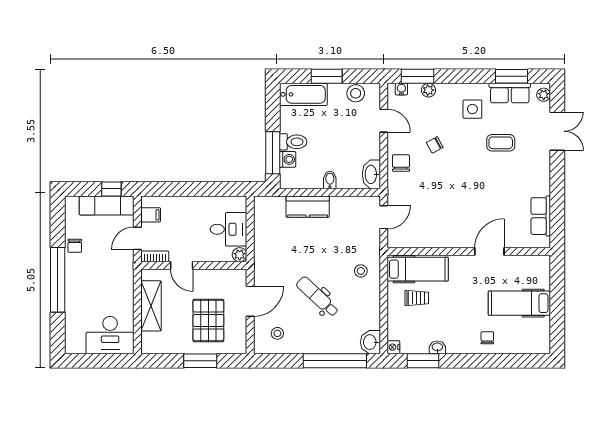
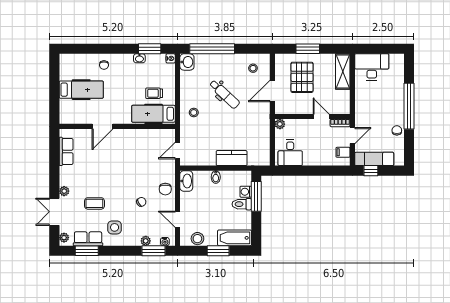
plant: (543, 160) -> (64, 191), added
desk: (228, 229) -> (290, 153), moved, turned -90
shelving: (151, 306) -> (343, 72), moved

